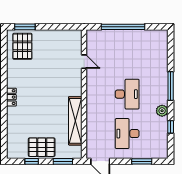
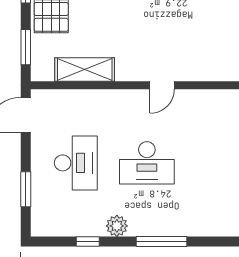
door: (84, 62) -> (162, 85), moved
shelving: (75, 121) -> (85, 70), width x0.68
desk: (127, 134) -> (76, 163), turned 90

